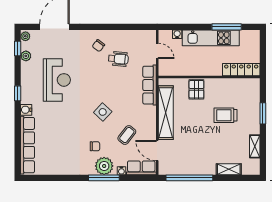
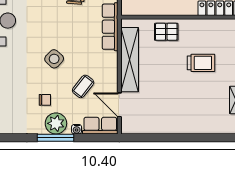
pallet: (196, 89) -> (166, 32), turned 90
trolley: (226, 115) -> (201, 63), turned 180
shelving: (229, 169) -> (205, 127), removed
window: (189, 178) -> (158, 138), removed

